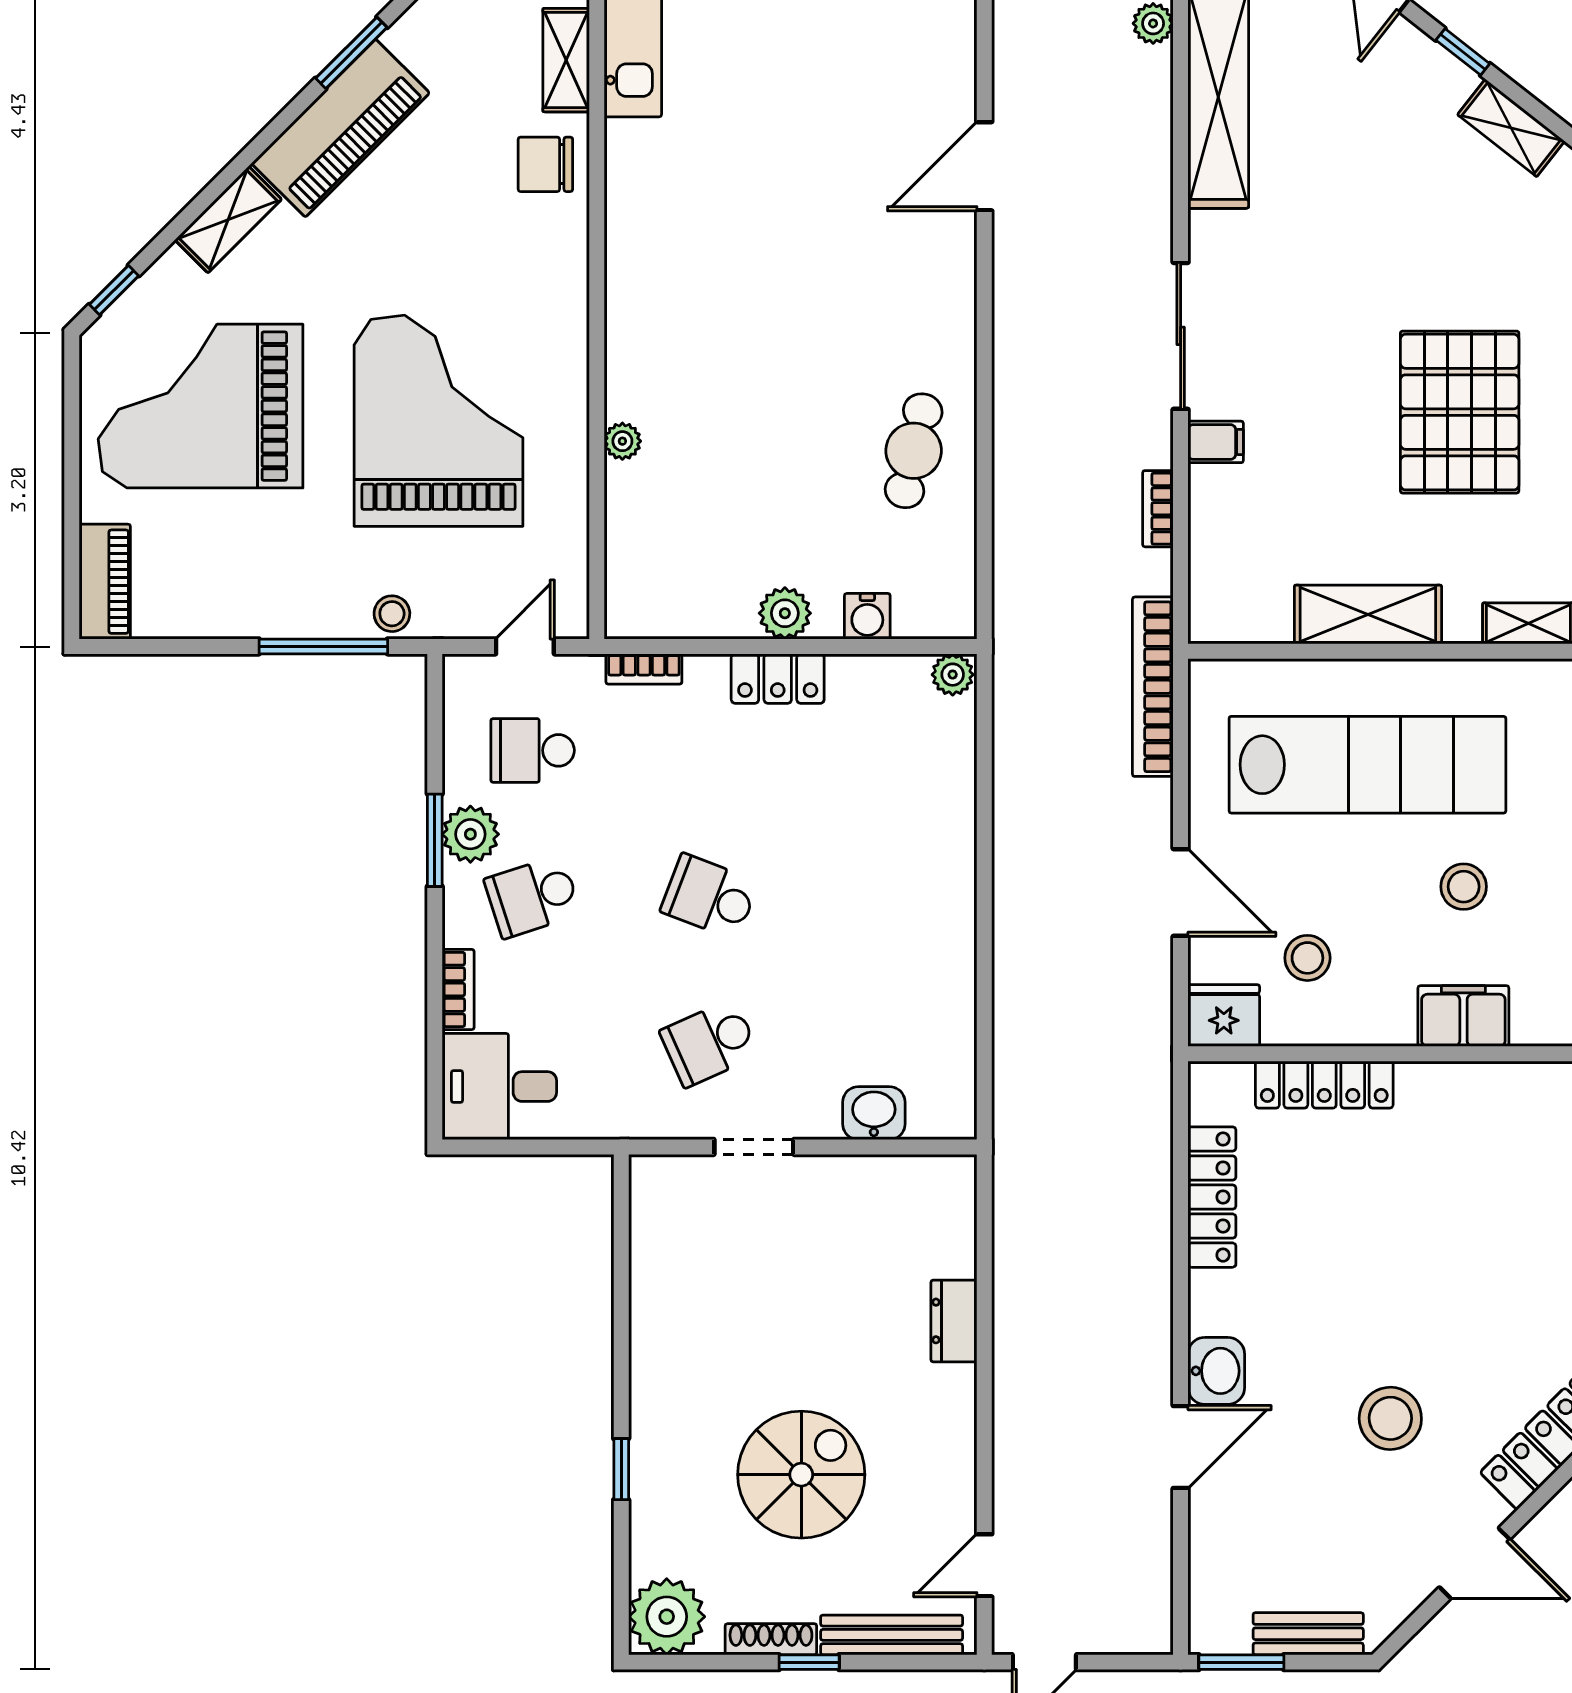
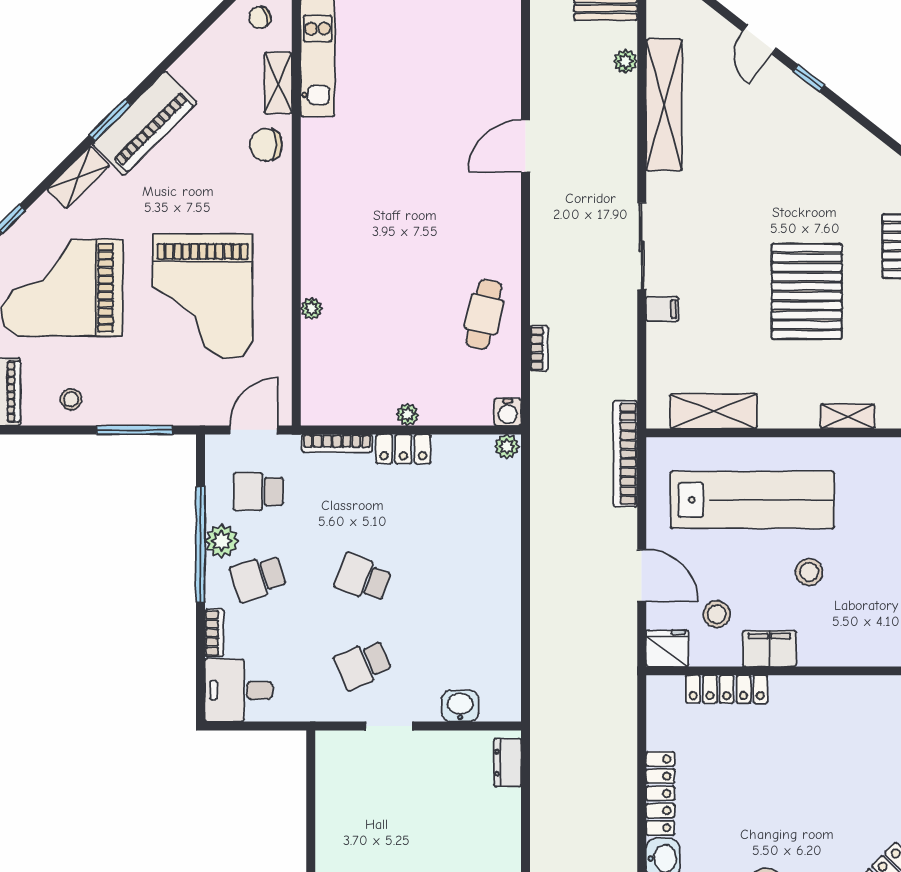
window: (351, 53) -> (110, 120), moved
shelving: (1511, 128) -> (837, 123), removed
grand piano: (438, 421) -> (203, 296), turned 180
bookcase: (1158, 509) -> (539, 348), moved, turned 180
plant: (785, 613) -> (408, 414), width x0.73, depth x0.73
stool: (392, 614) -> (71, 399), moved
shelving: (1368, 615) -> (714, 411), moved
water cooler: (867, 616) -> (508, 412), moved
door: (525, 646) -> (254, 430), width x1.38
bookcase: (644, 669) -> (337, 443), width x1.56
window: (435, 840) -> (200, 545), width x2.11
filing cabinet: (1463, 1016) -> (769, 649), moved
locker: (1212, 1197) -> (660, 793), moved
dresser: (954, 1321) -> (508, 763), moved

